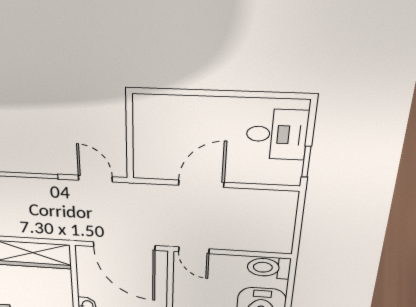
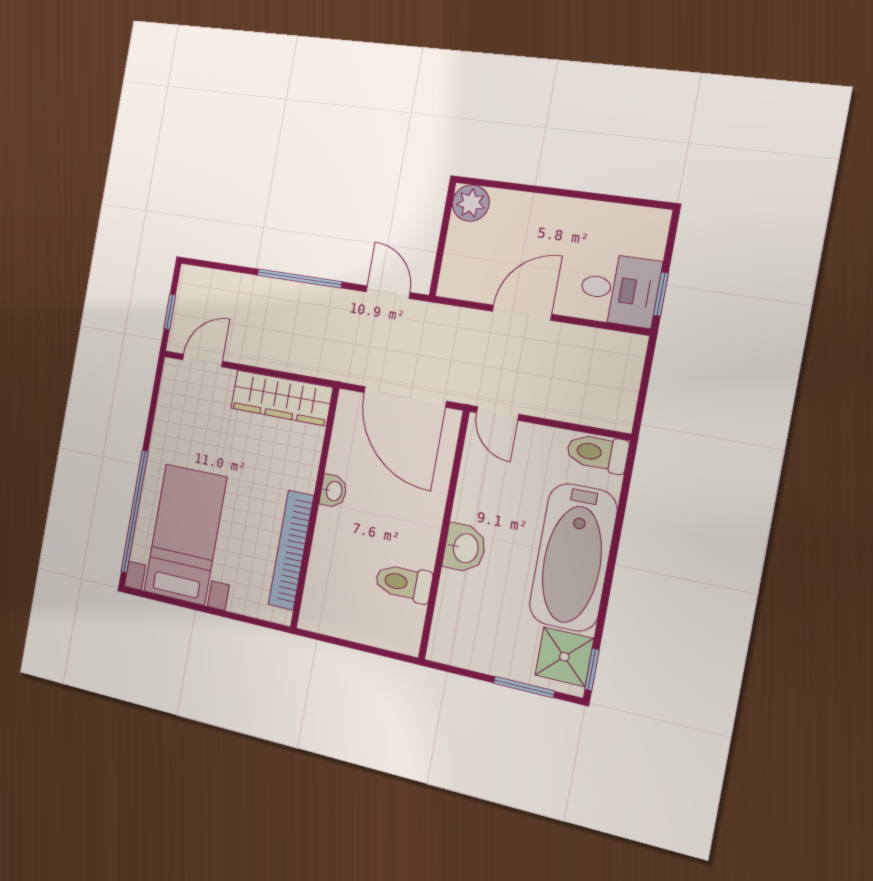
plant: (147, 108) -> (471, 203), added
desk: (277, 134) -> (619, 290), moved

